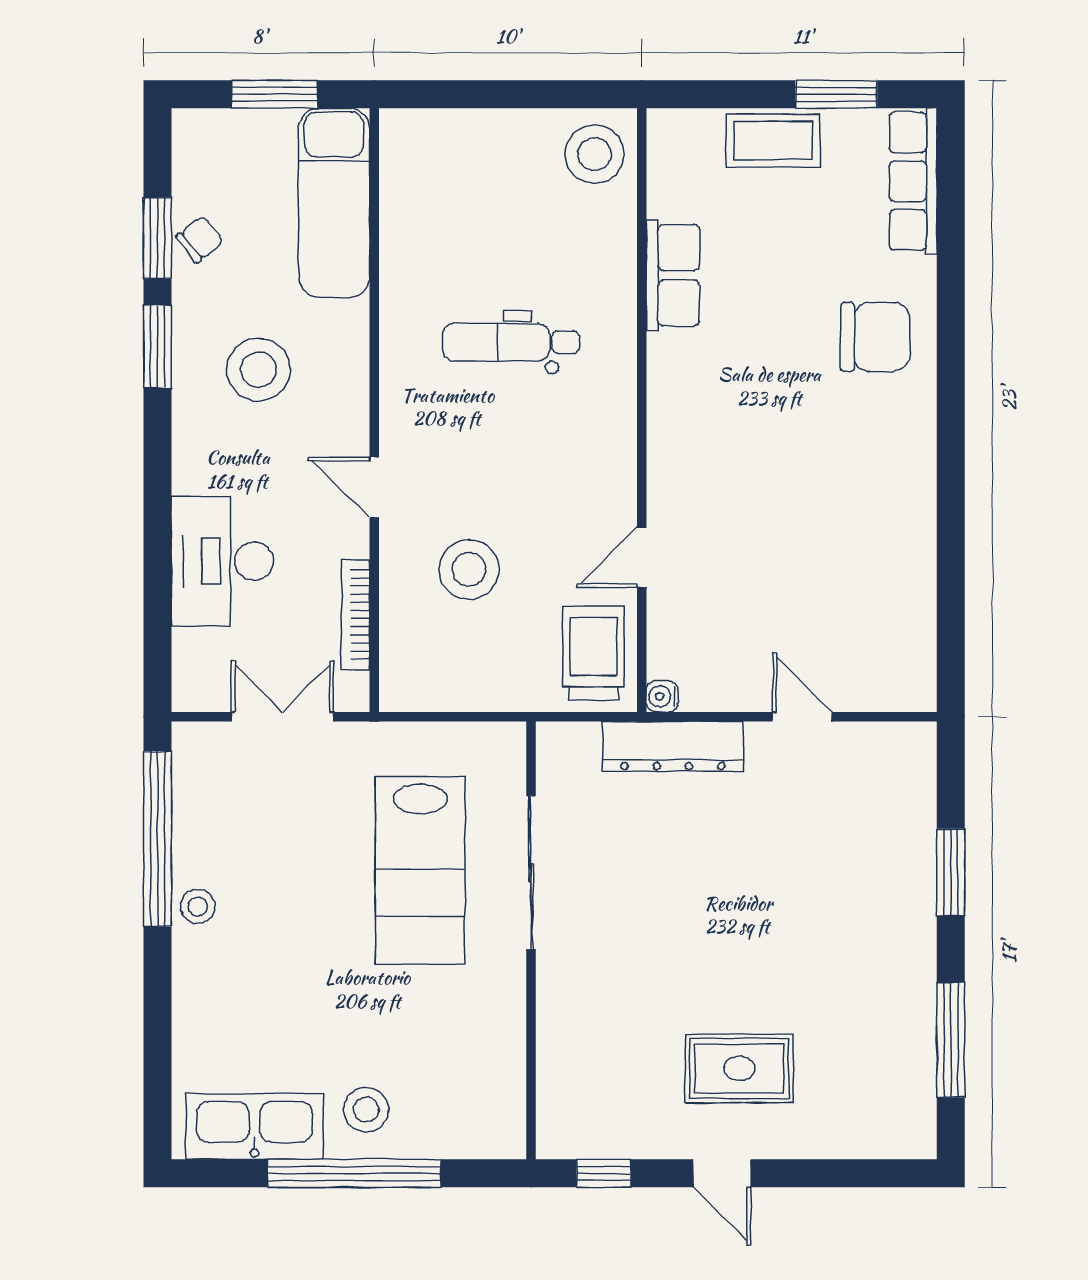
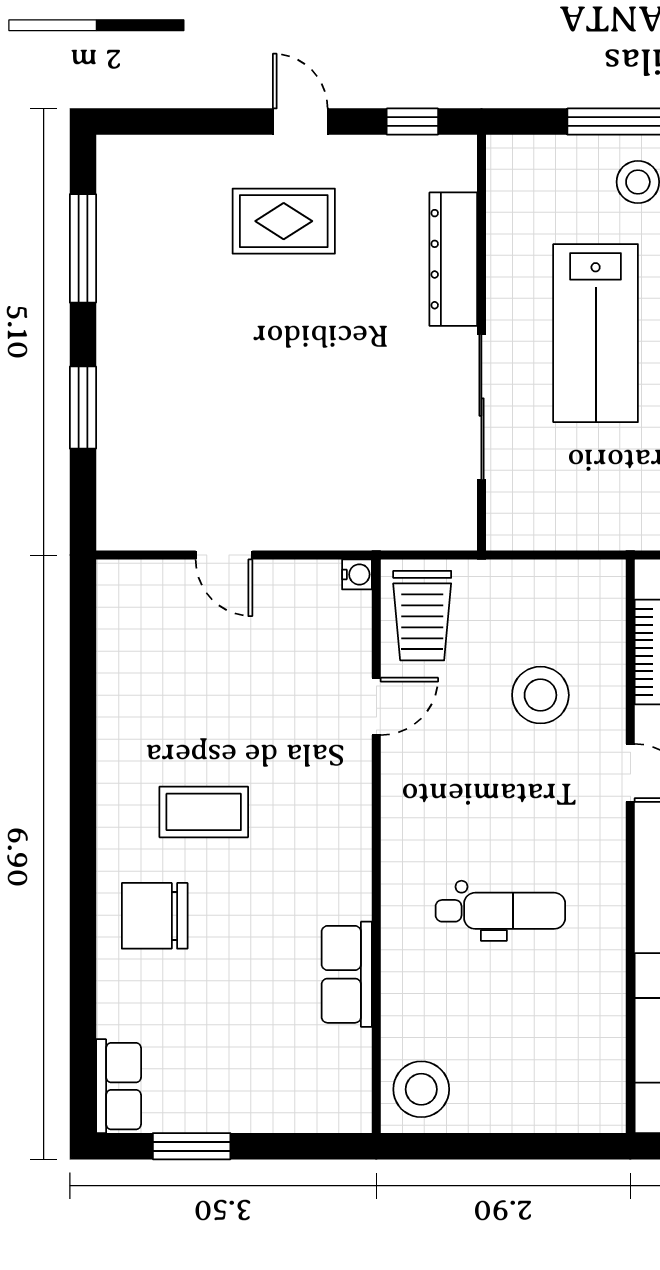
coffee table: (773, 141) -> (204, 812), moved
row of seats: (913, 181) -> (119, 1086), width x0.68
dresser: (673, 746) -> (453, 259), moved, turned -90
lab bench: (420, 870) -> (596, 333), moved, turned 180

